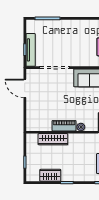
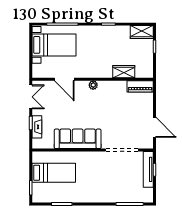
piano: (64, 126) -> (140, 86), moved
wardrobe: (53, 139) -> (124, 72), width x0.67
wardrobe: (50, 175) -> (142, 32), moved

